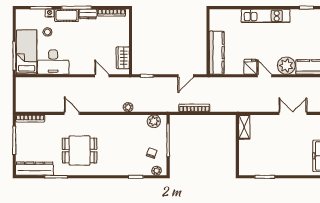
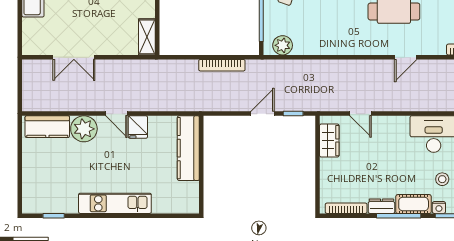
door: (186, 76) -> (262, 114), moved
plant: (128, 107) -> (321, 66), removed
door: (72, 113) -> (406, 57), hinge flipped

